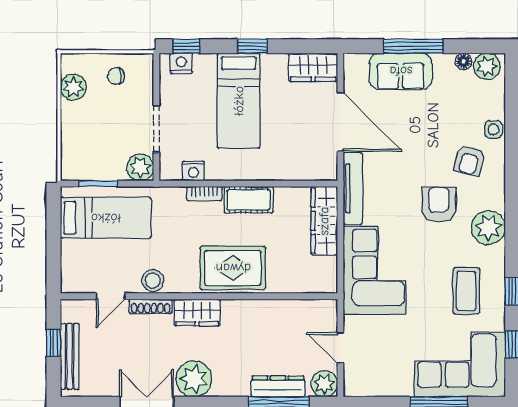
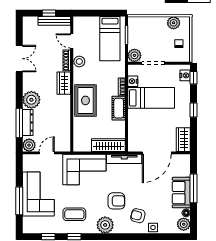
sofa: (401, 71) -> (181, 193), moved
bed: (239, 101) -> (151, 98), moved, turned 180
bench: (70, 356) -> (54, 21), moved
corner sofa: (460, 365) -> (38, 194), moved
plant: (194, 379) -> (31, 100), moved

